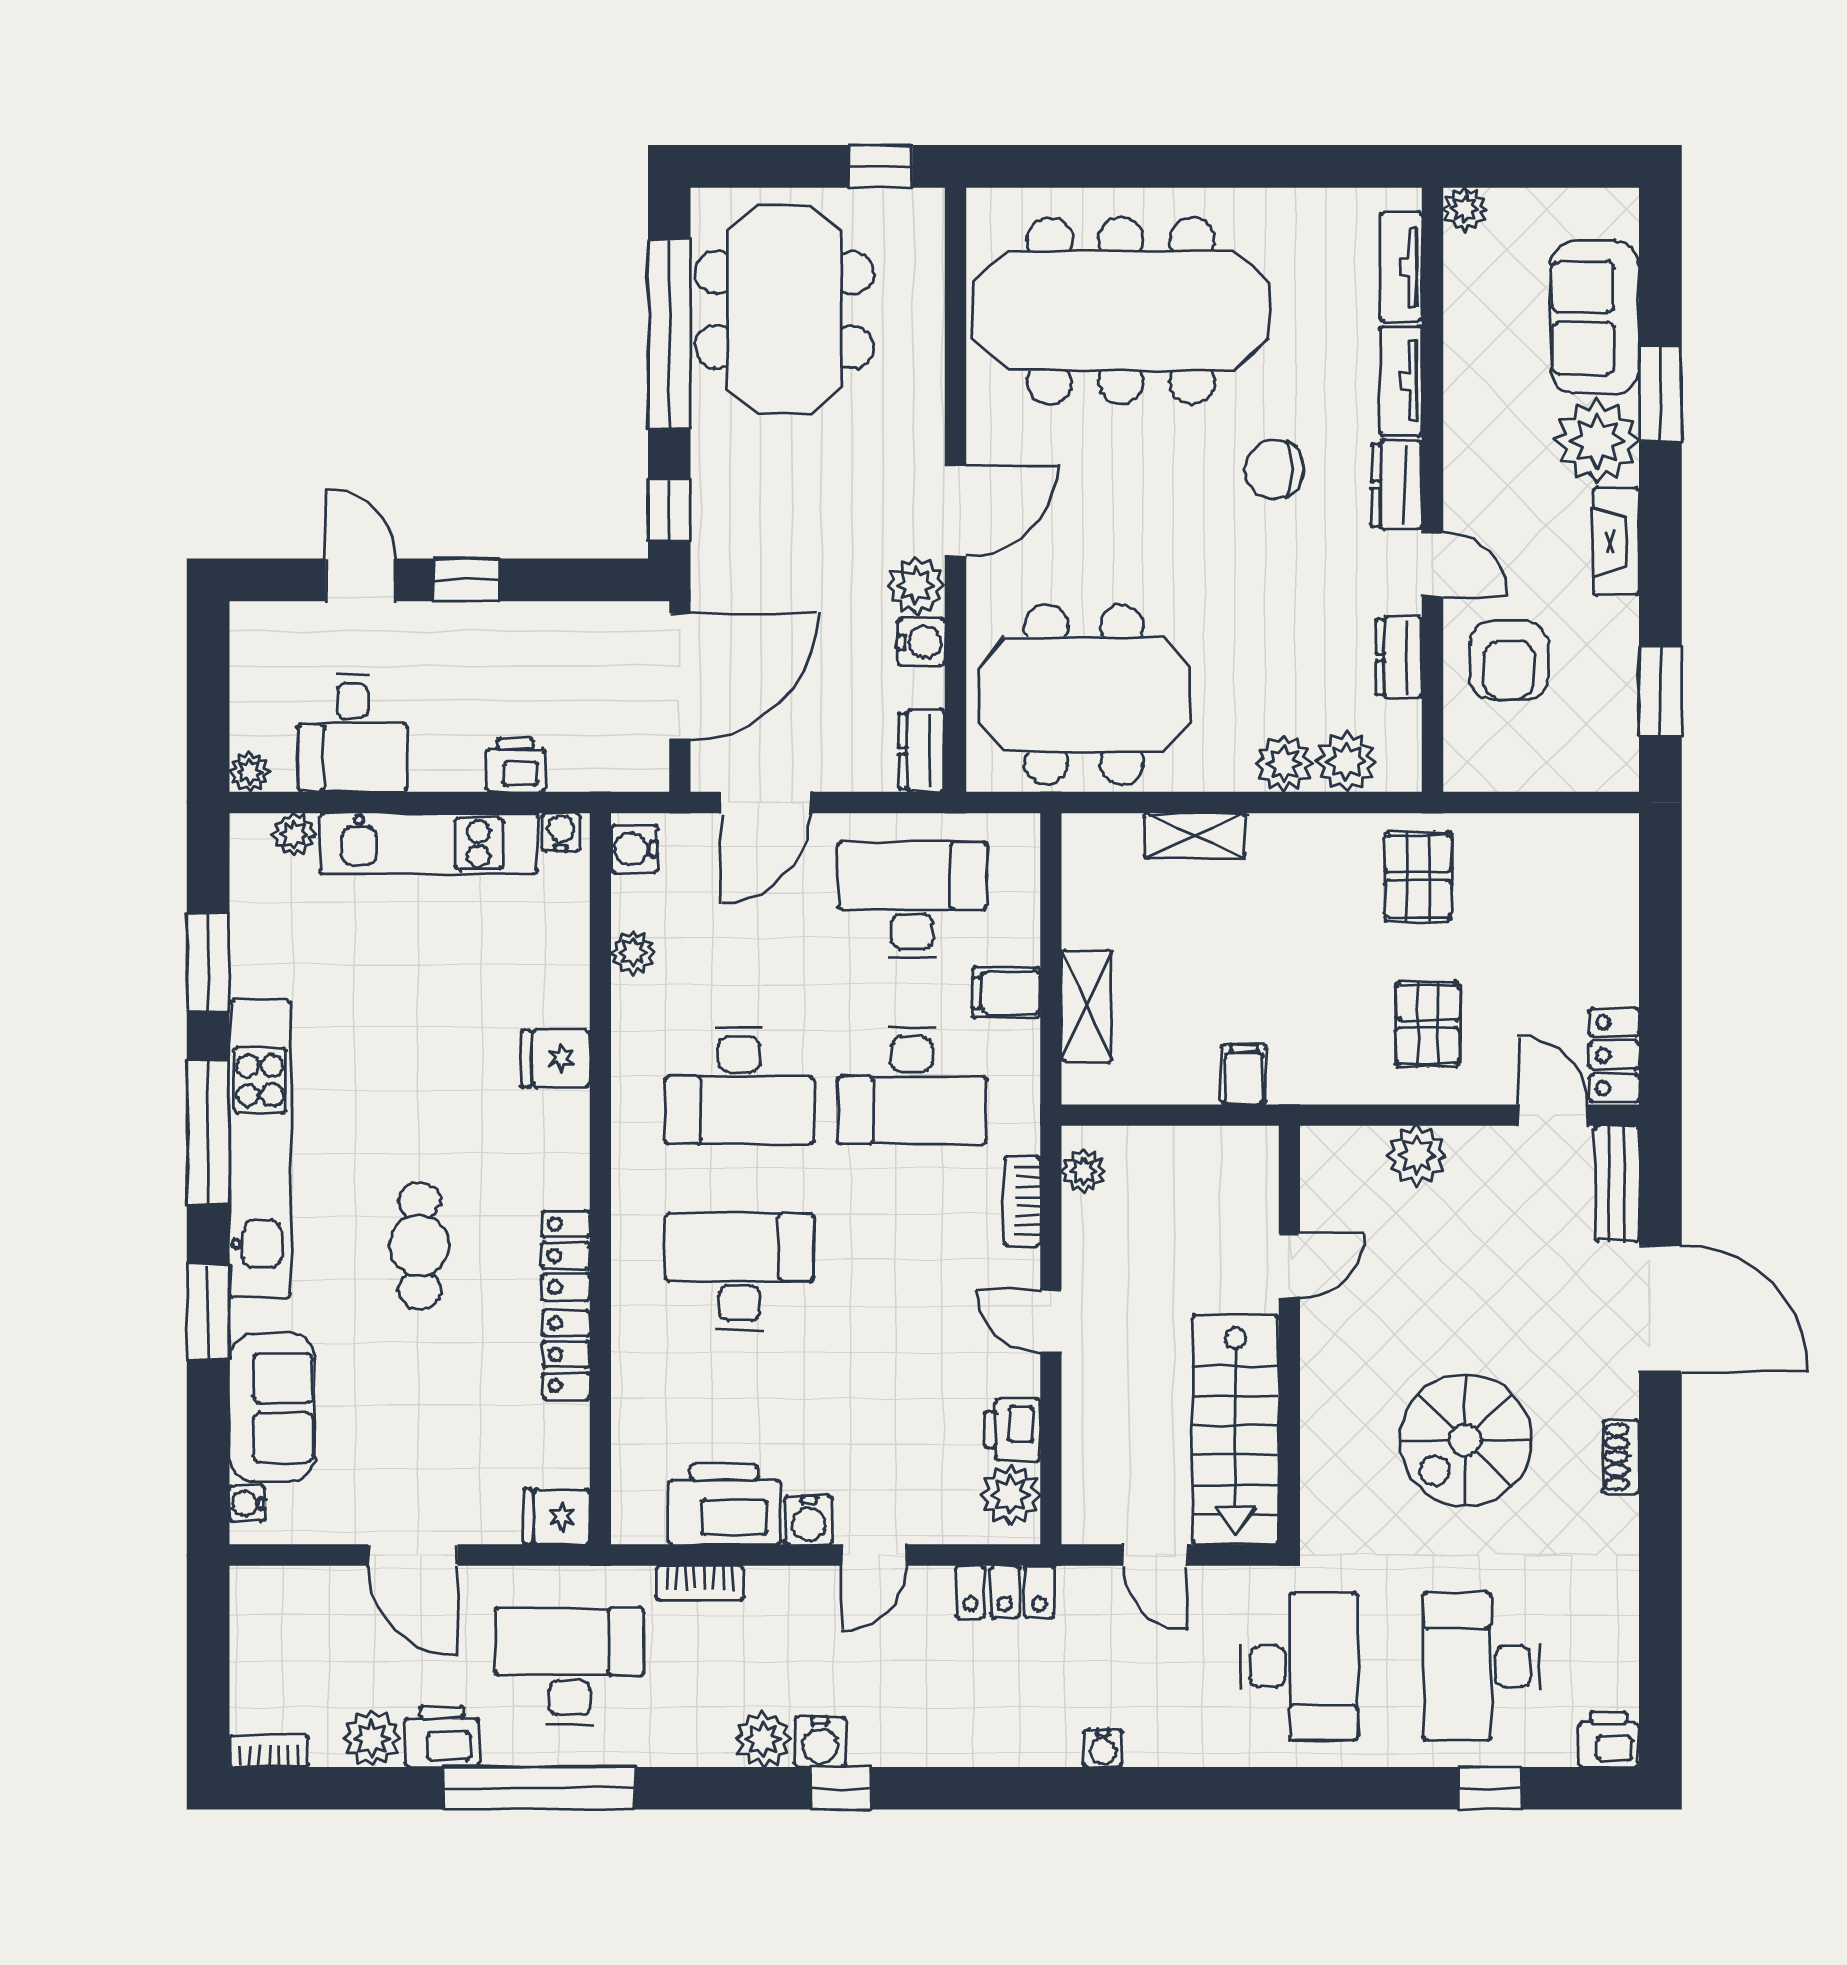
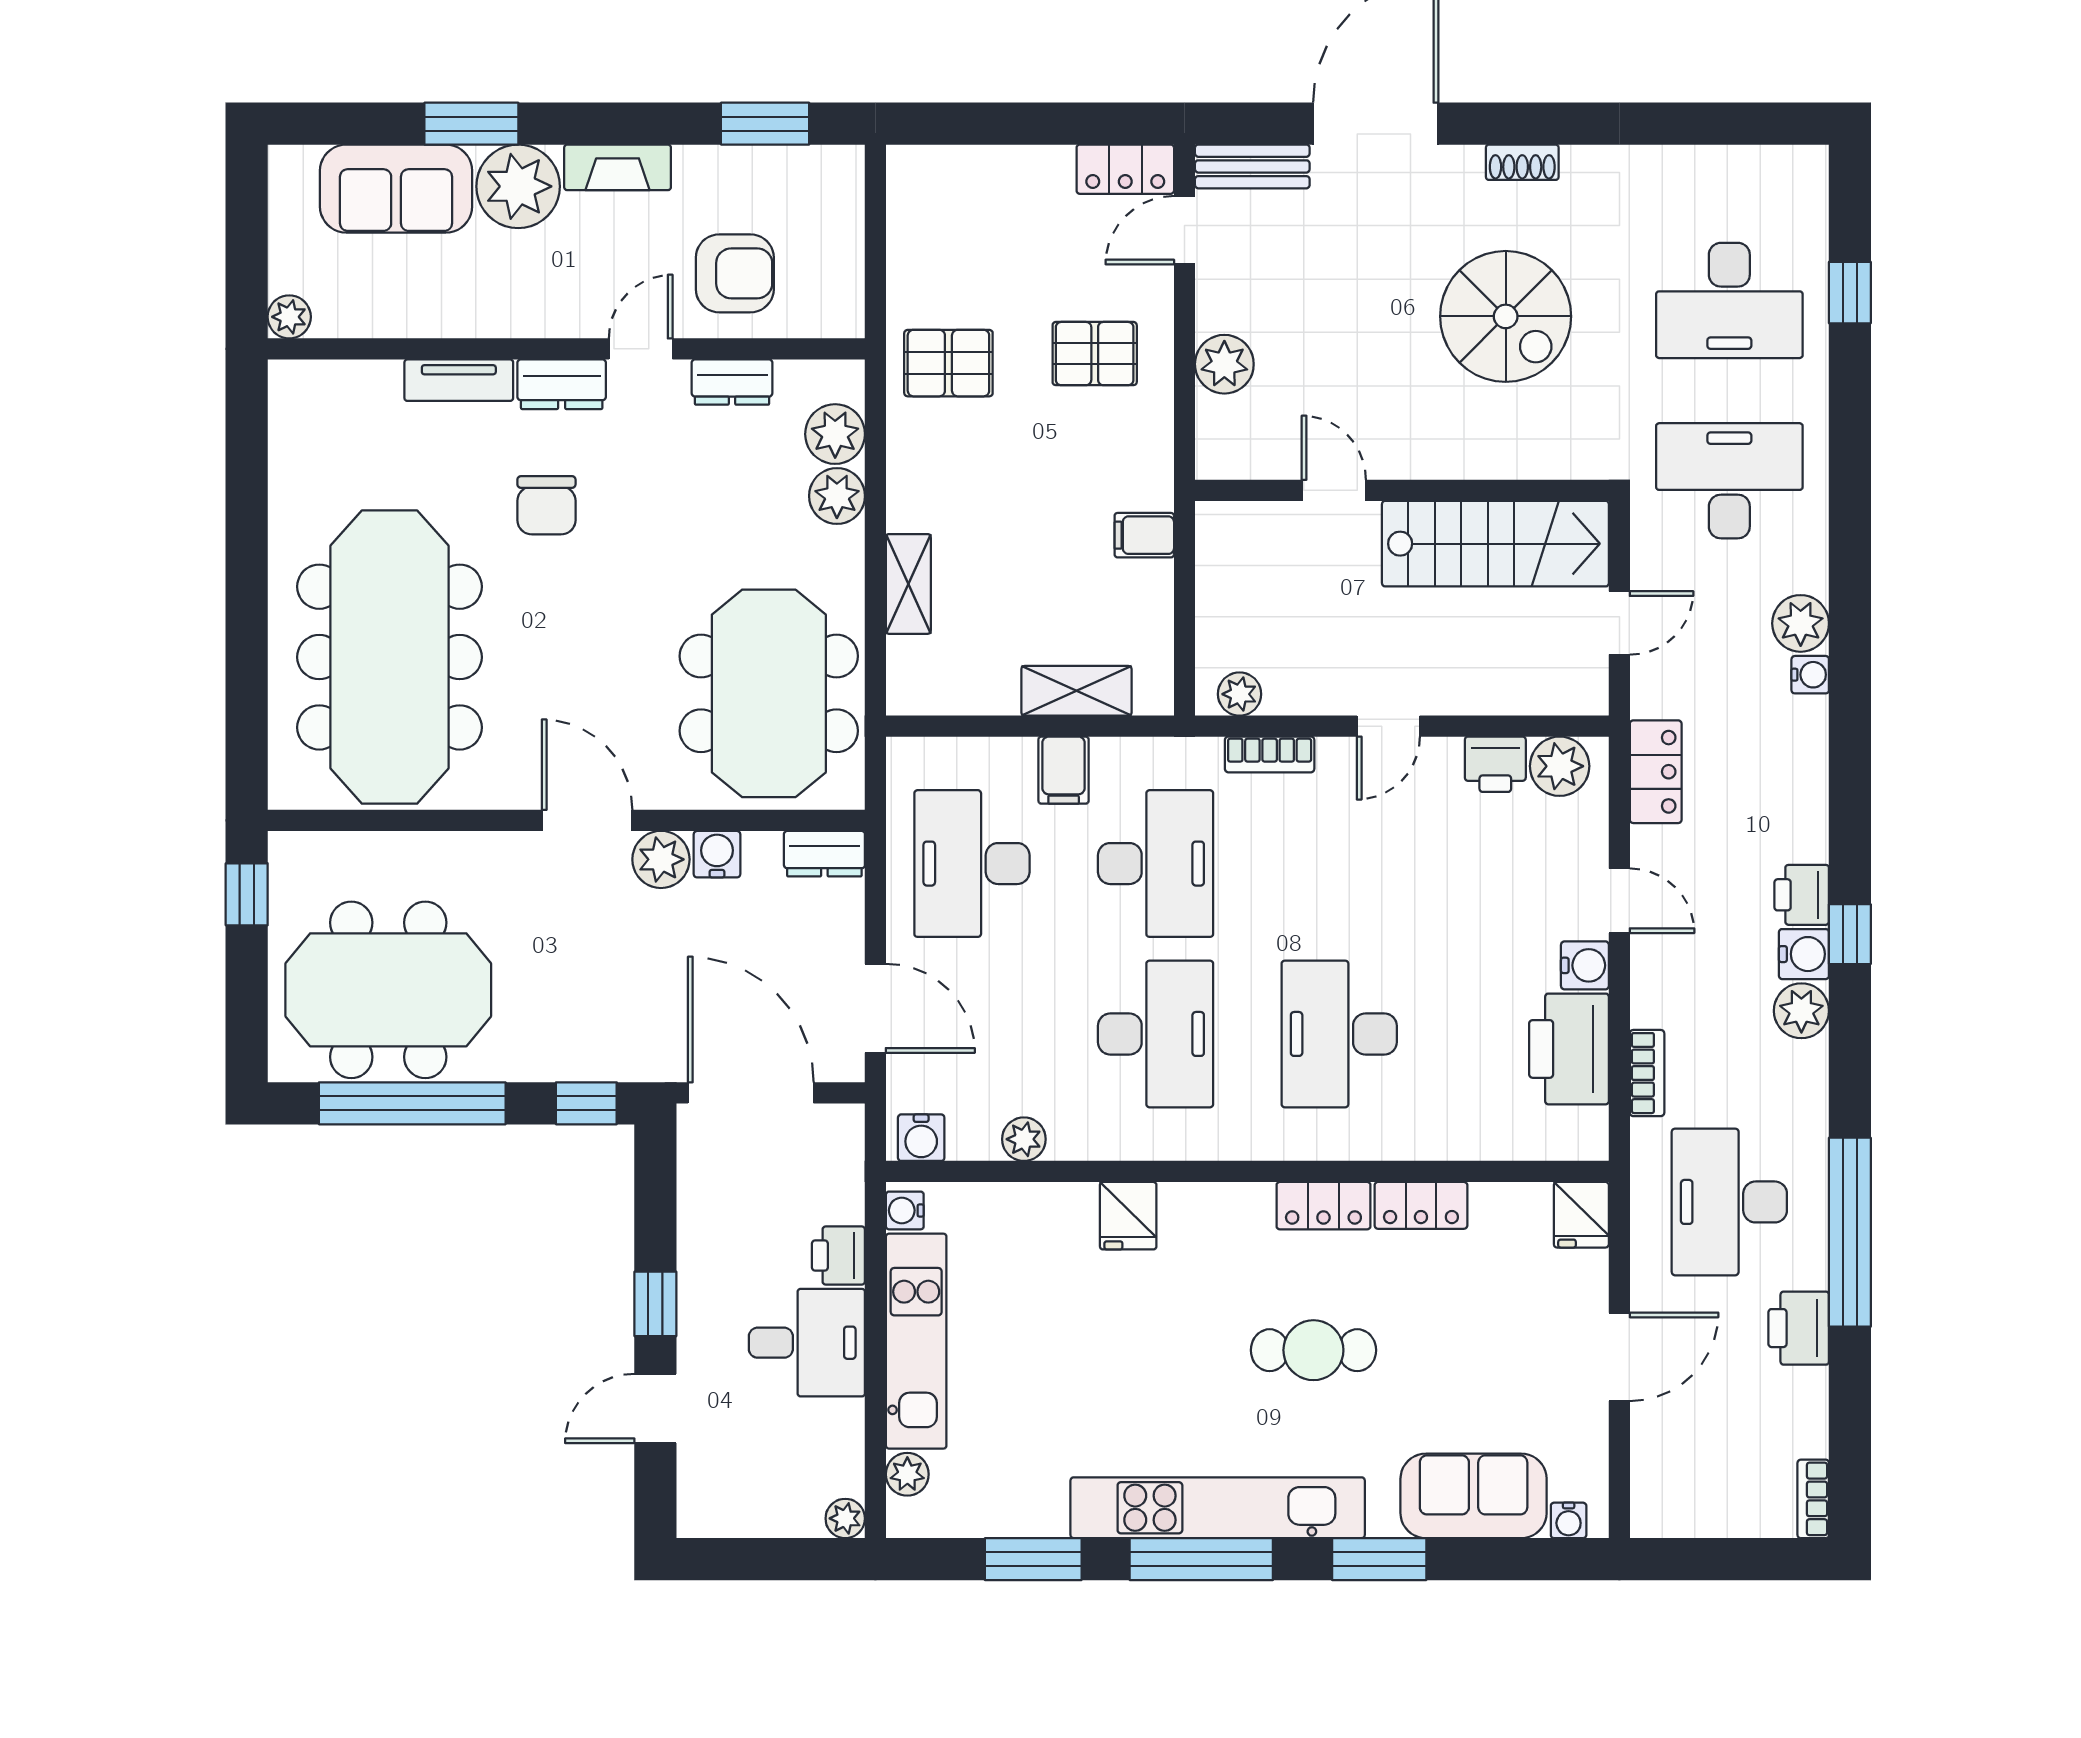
tv unit: (1401, 267) -> (346, 380), removed
desk: (352, 733) -> (807, 1343), moved
plant: (372, 1738) -> (1801, 623), moved
printer: (1609, 1739) -> (1802, 895), moved

